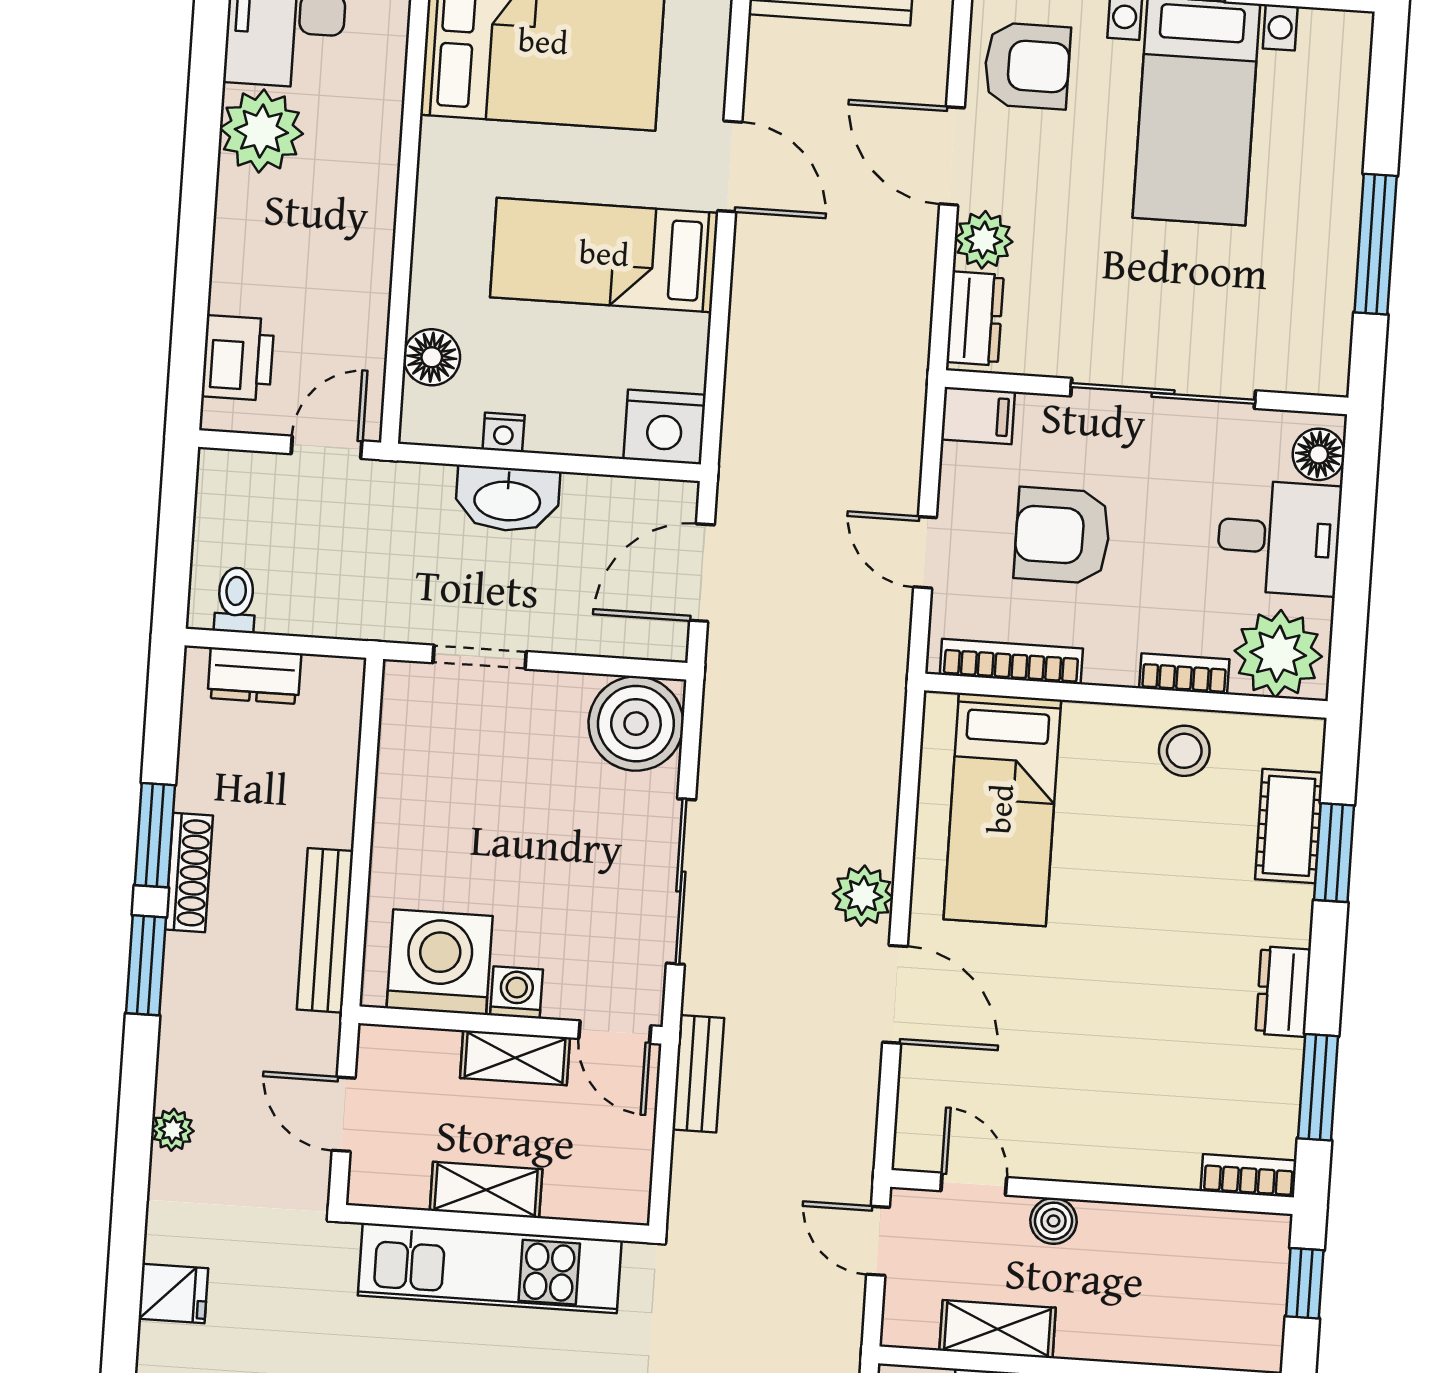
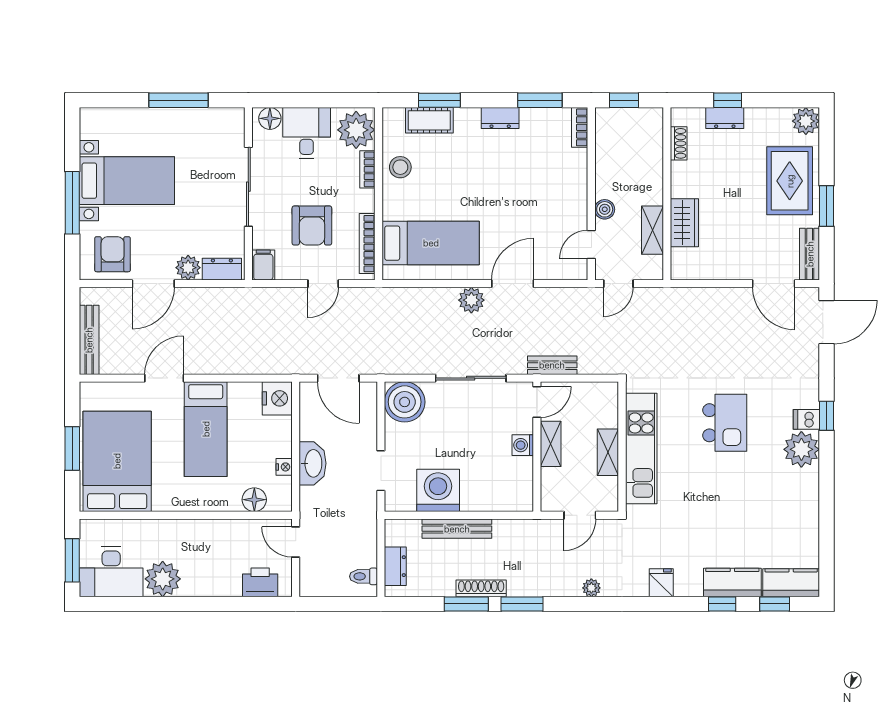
bench: (325, 930) -> (457, 529), moved
washing machine: (440, 962) -> (438, 490), moved, turned 90

